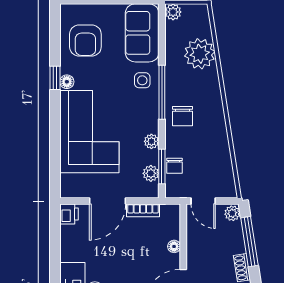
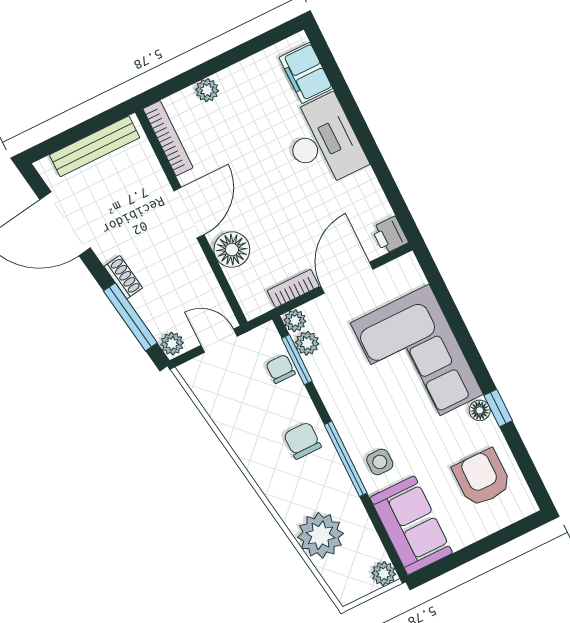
plant: (151, 141) -> (295, 321), moved
floor lamp: (174, 246) -> (232, 250), width x1.89, depth x1.89

